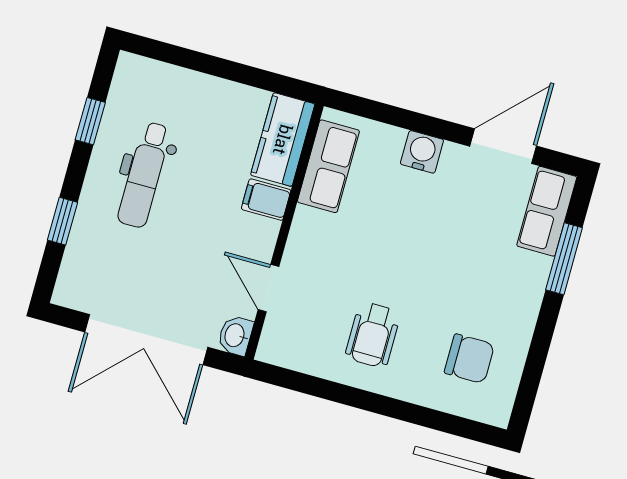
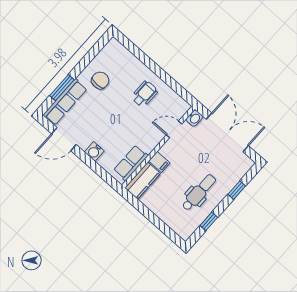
row of seats: (547, 211) -> (65, 102), width x1.48
door: (269, 288) -> (174, 129), swing flipped
chair: (469, 359) -> (100, 80), moved, turned 90

